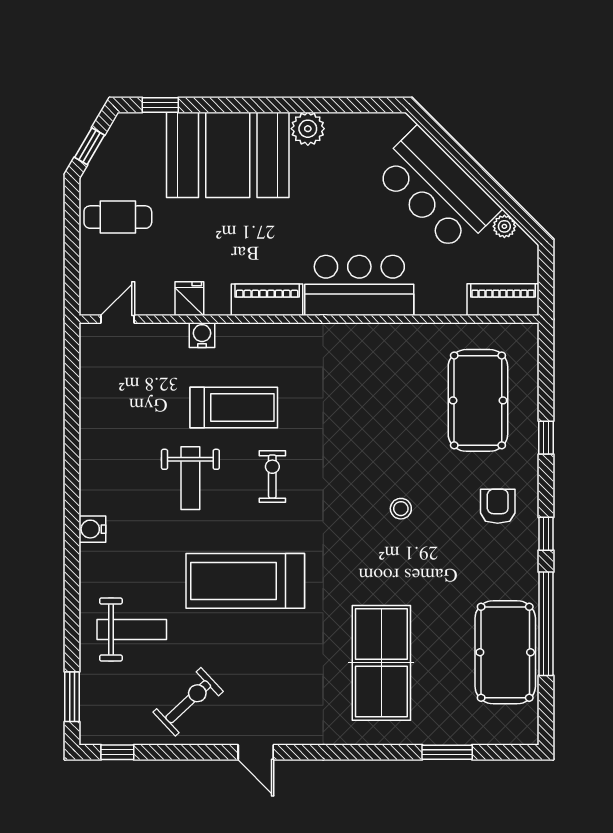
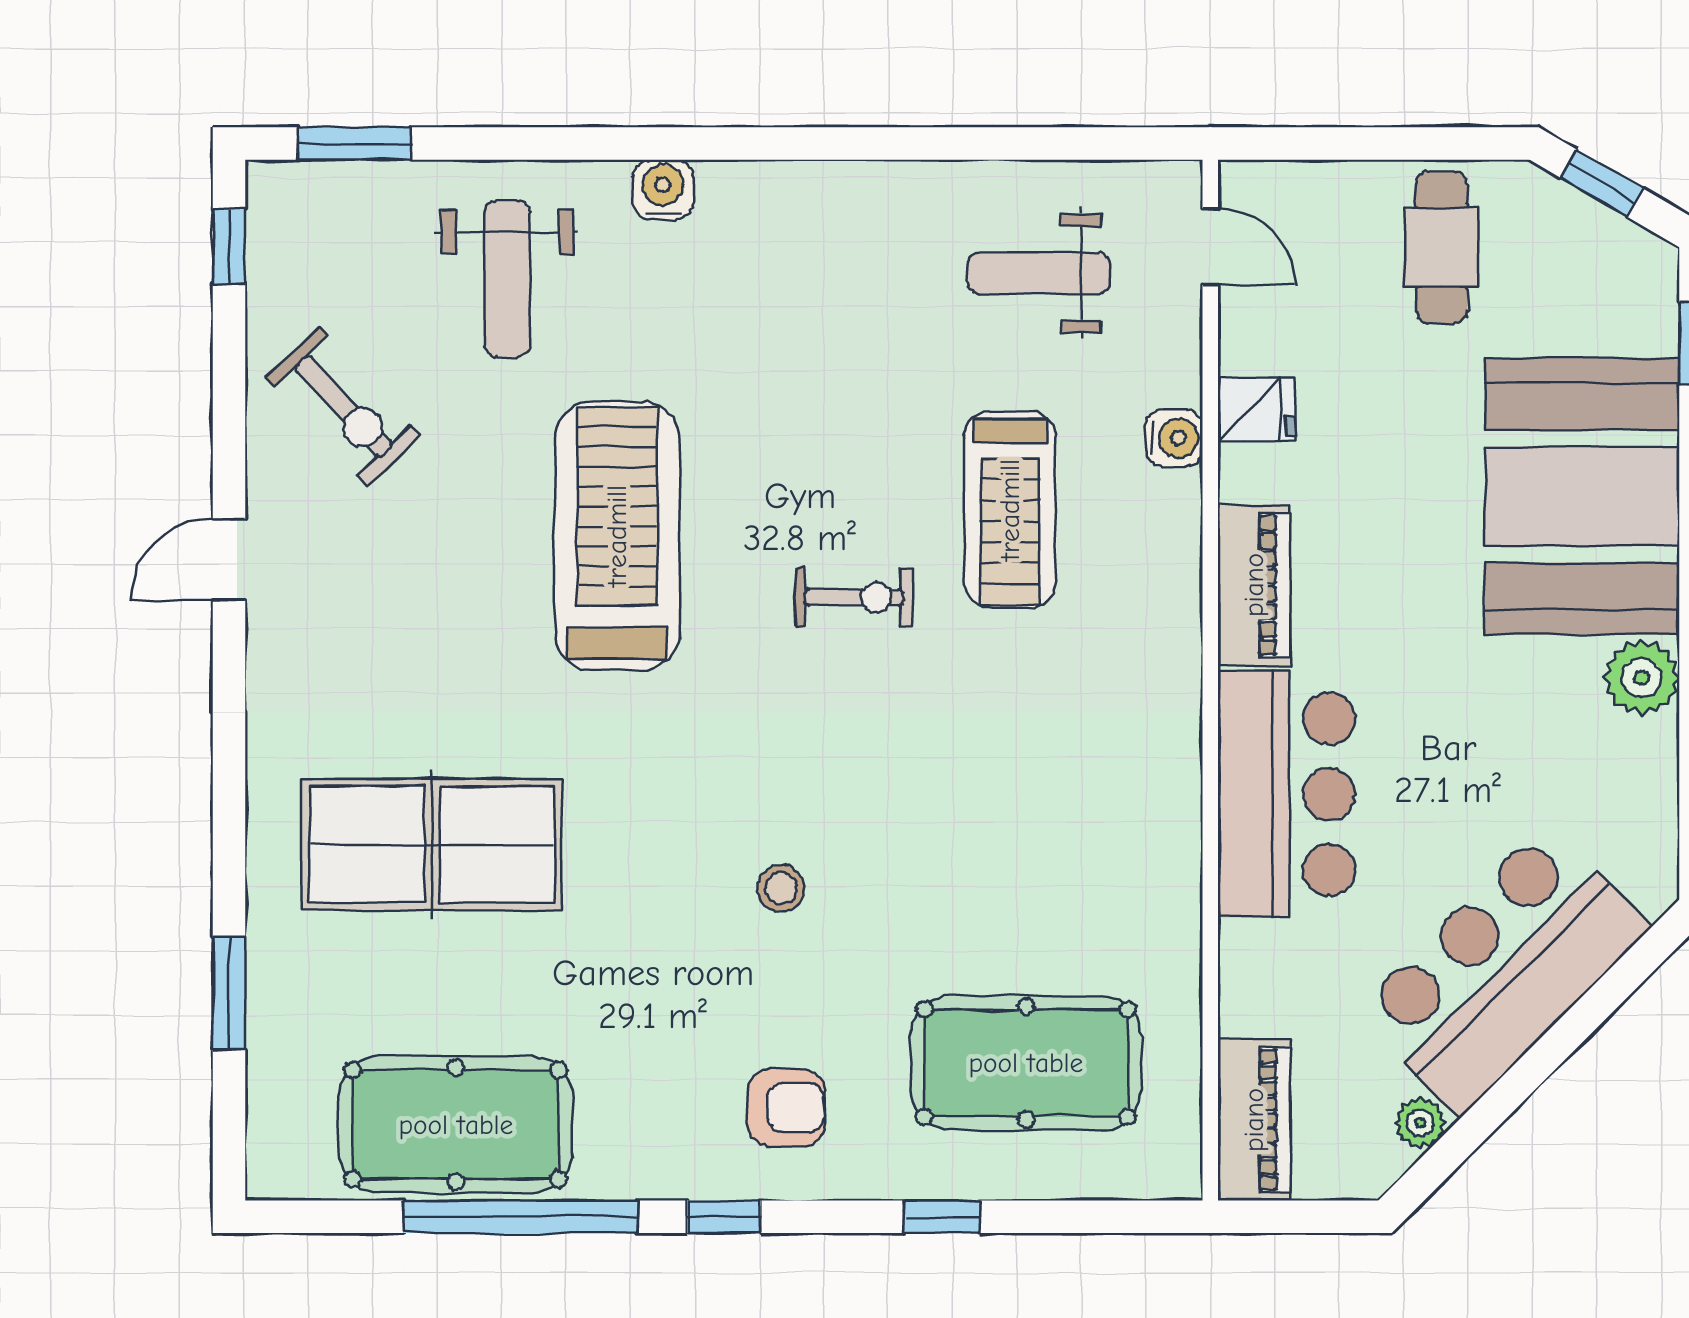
weight bench: (190, 478) -> (1038, 273), moved
water cooler: (92, 529) -> (663, 190), moved

